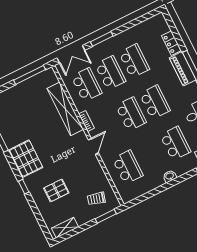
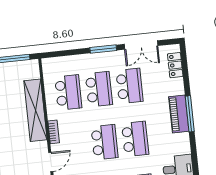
locker: (171, 43) -> (175, 65), moved
double door: (71, 54) -> (141, 45), moved

